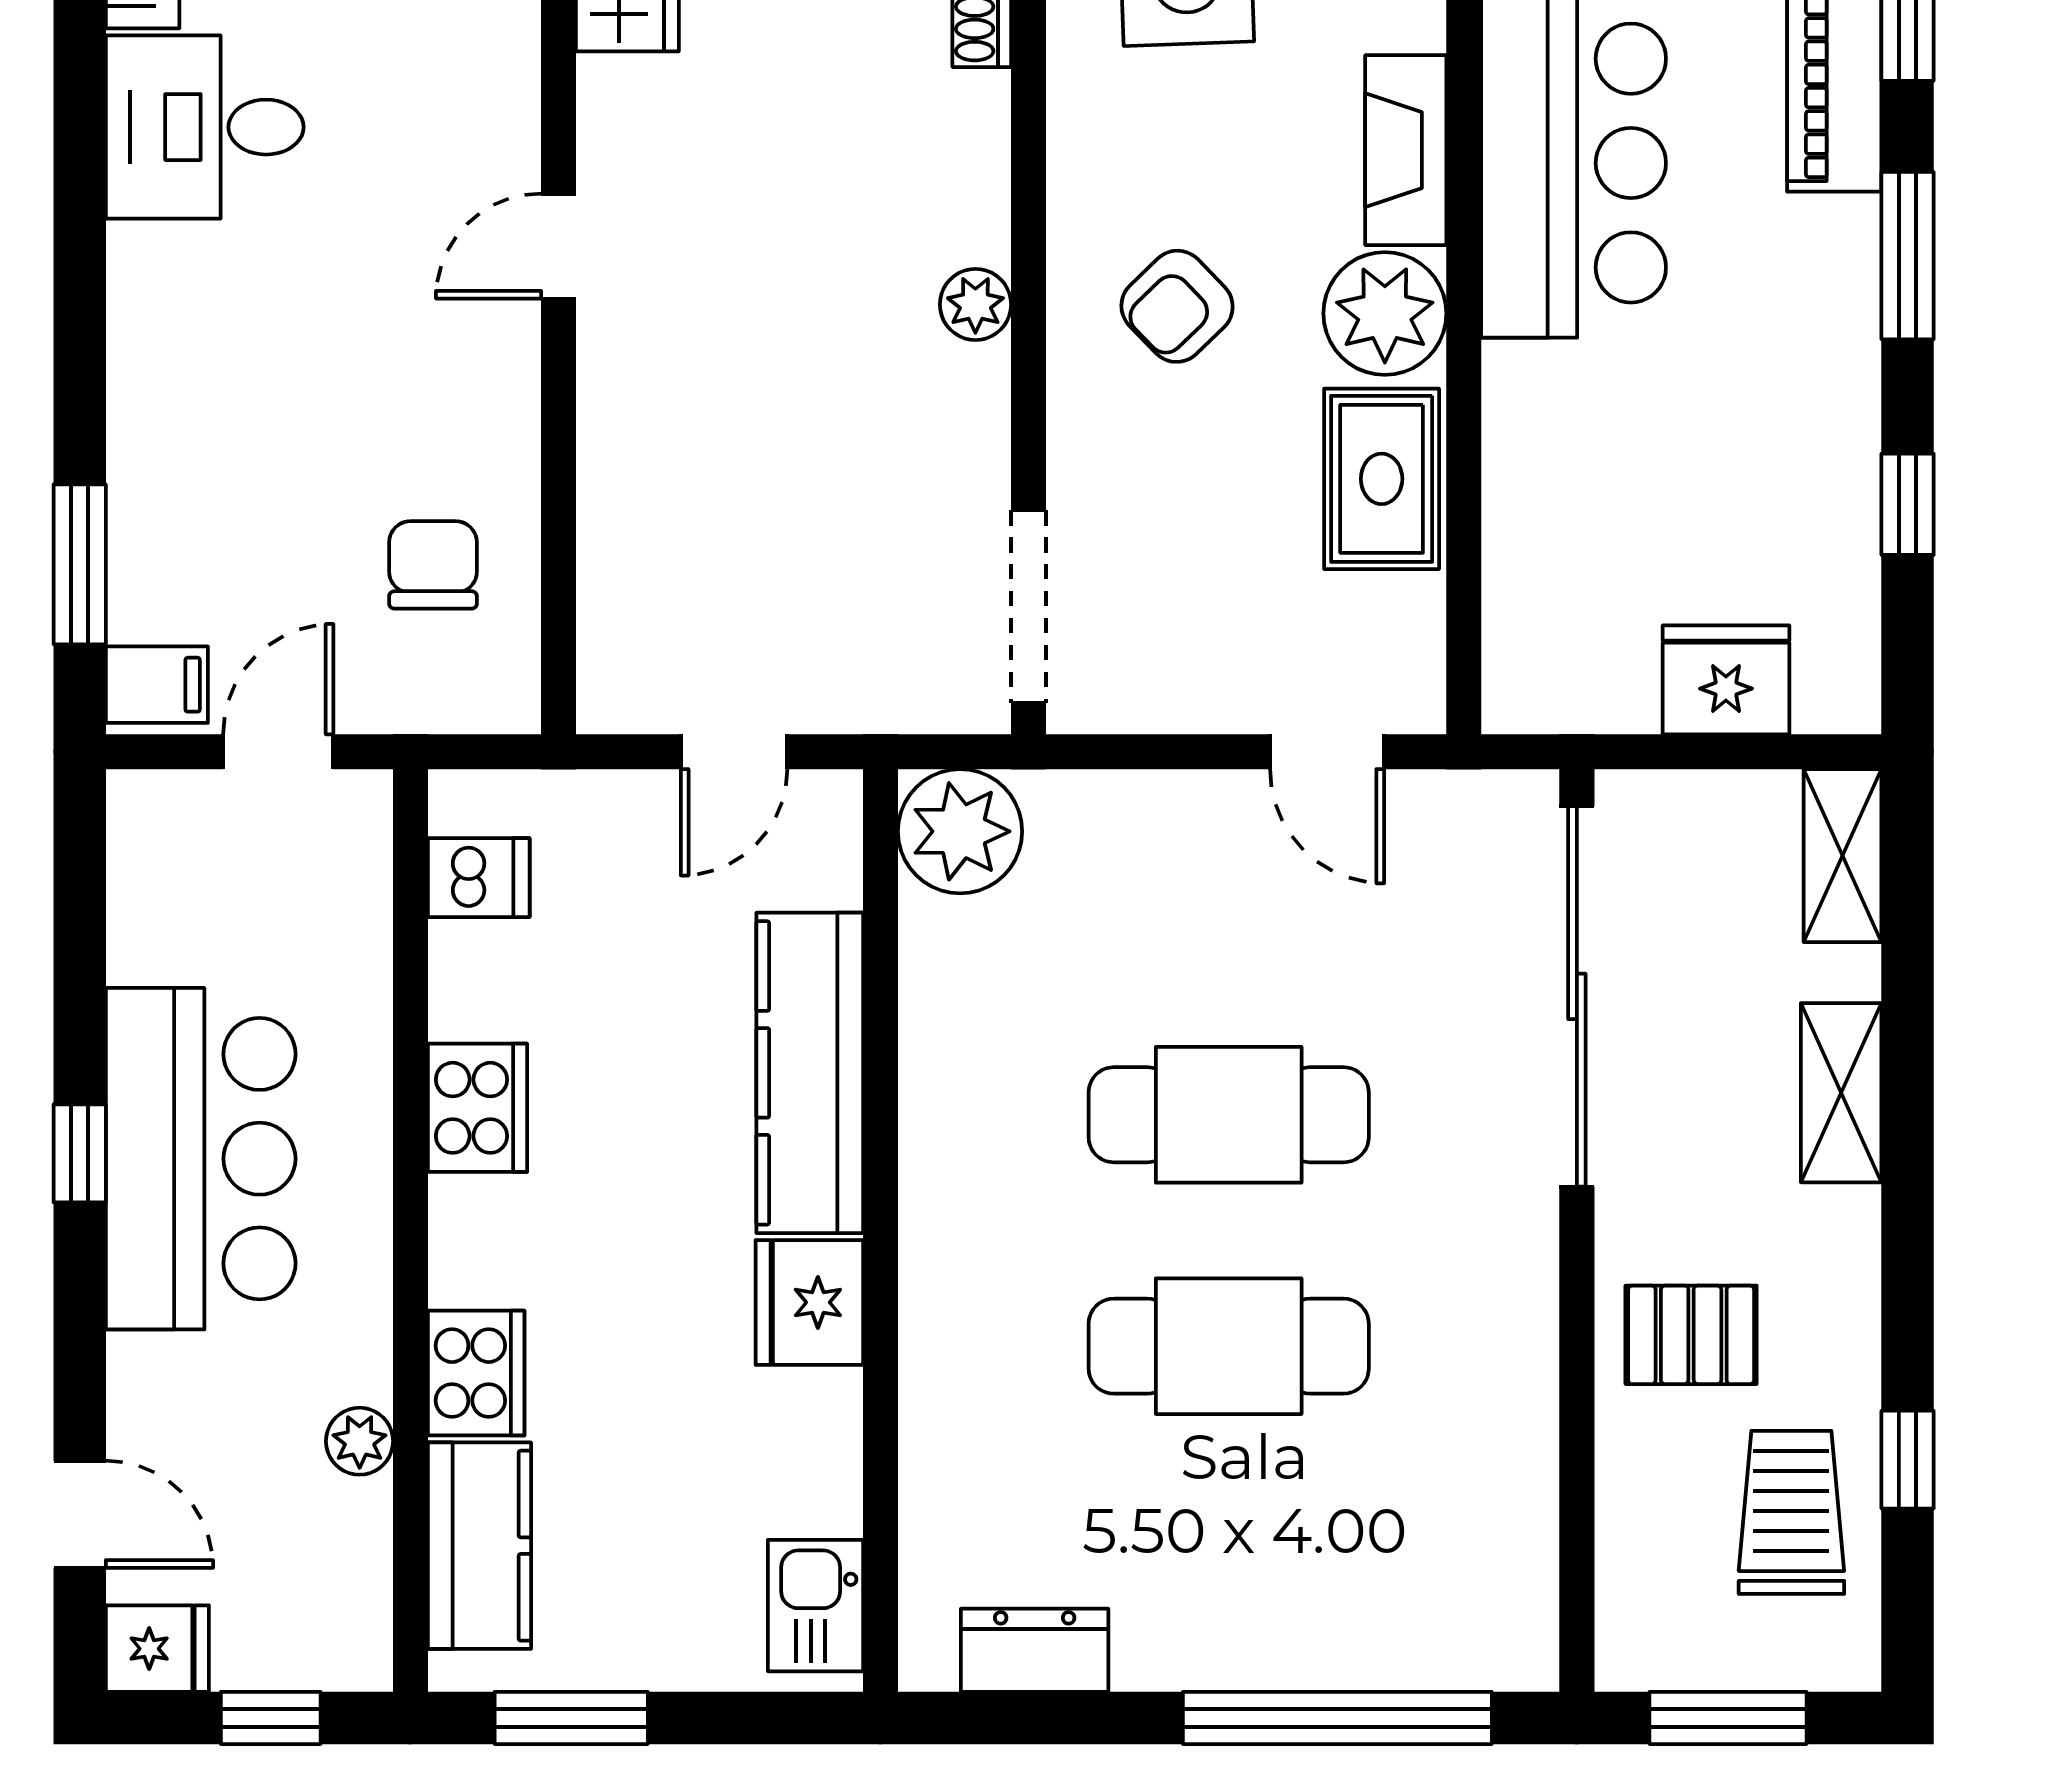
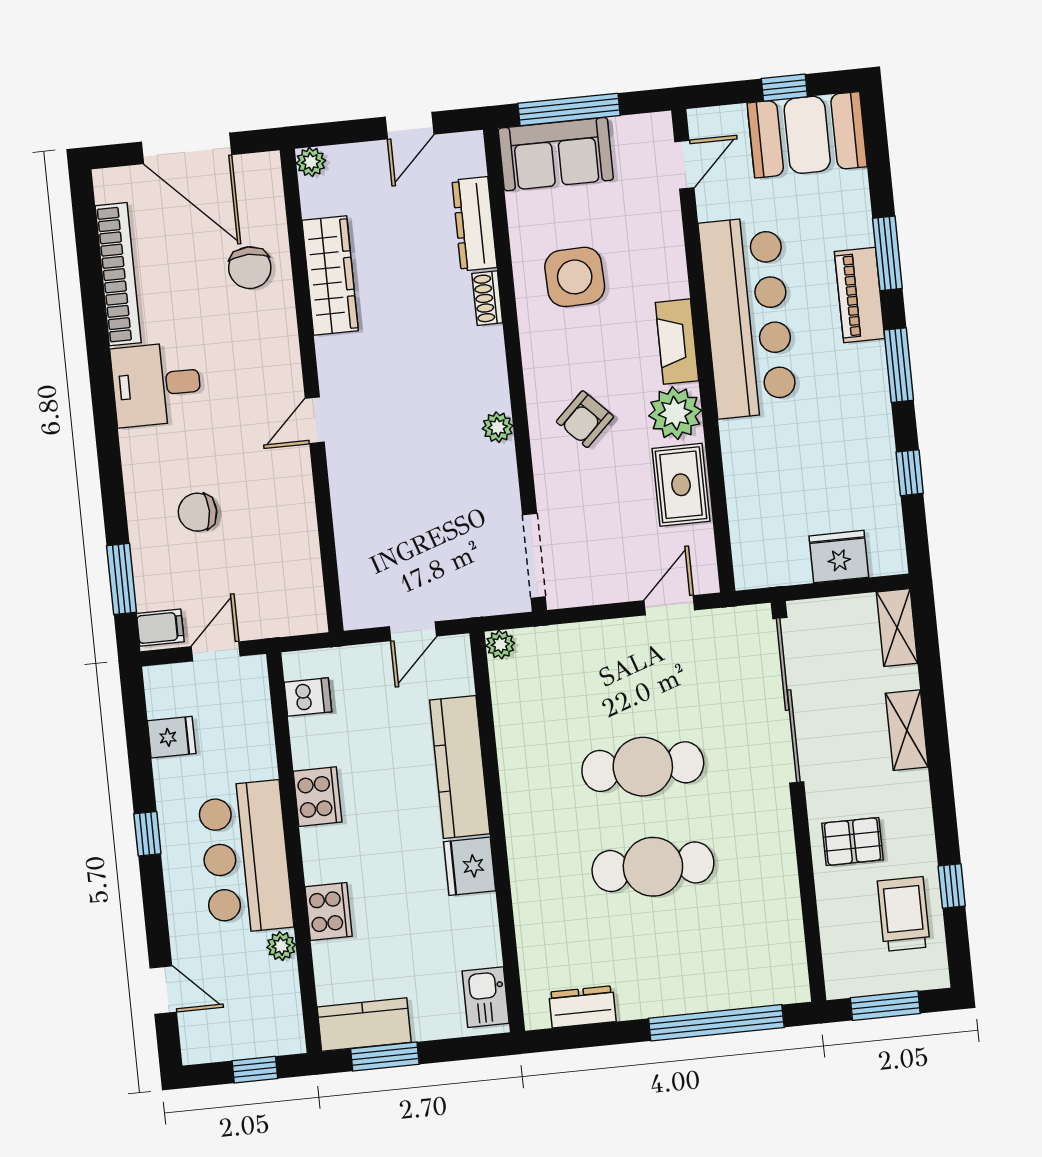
chair: (433, 565) -> (197, 512), moved, turned -90
door: (1327, 752) -> (669, 605), swing flipped
plant: (960, 831) -> (500, 645), width x0.53, depth x0.53
bar counter: (201, 1159) -> (245, 857), moved, turned 180
kitchen counter: (479, 1546) -> (364, 1025), moved, turned -90
fridge: (157, 1649) -> (172, 737), moved

